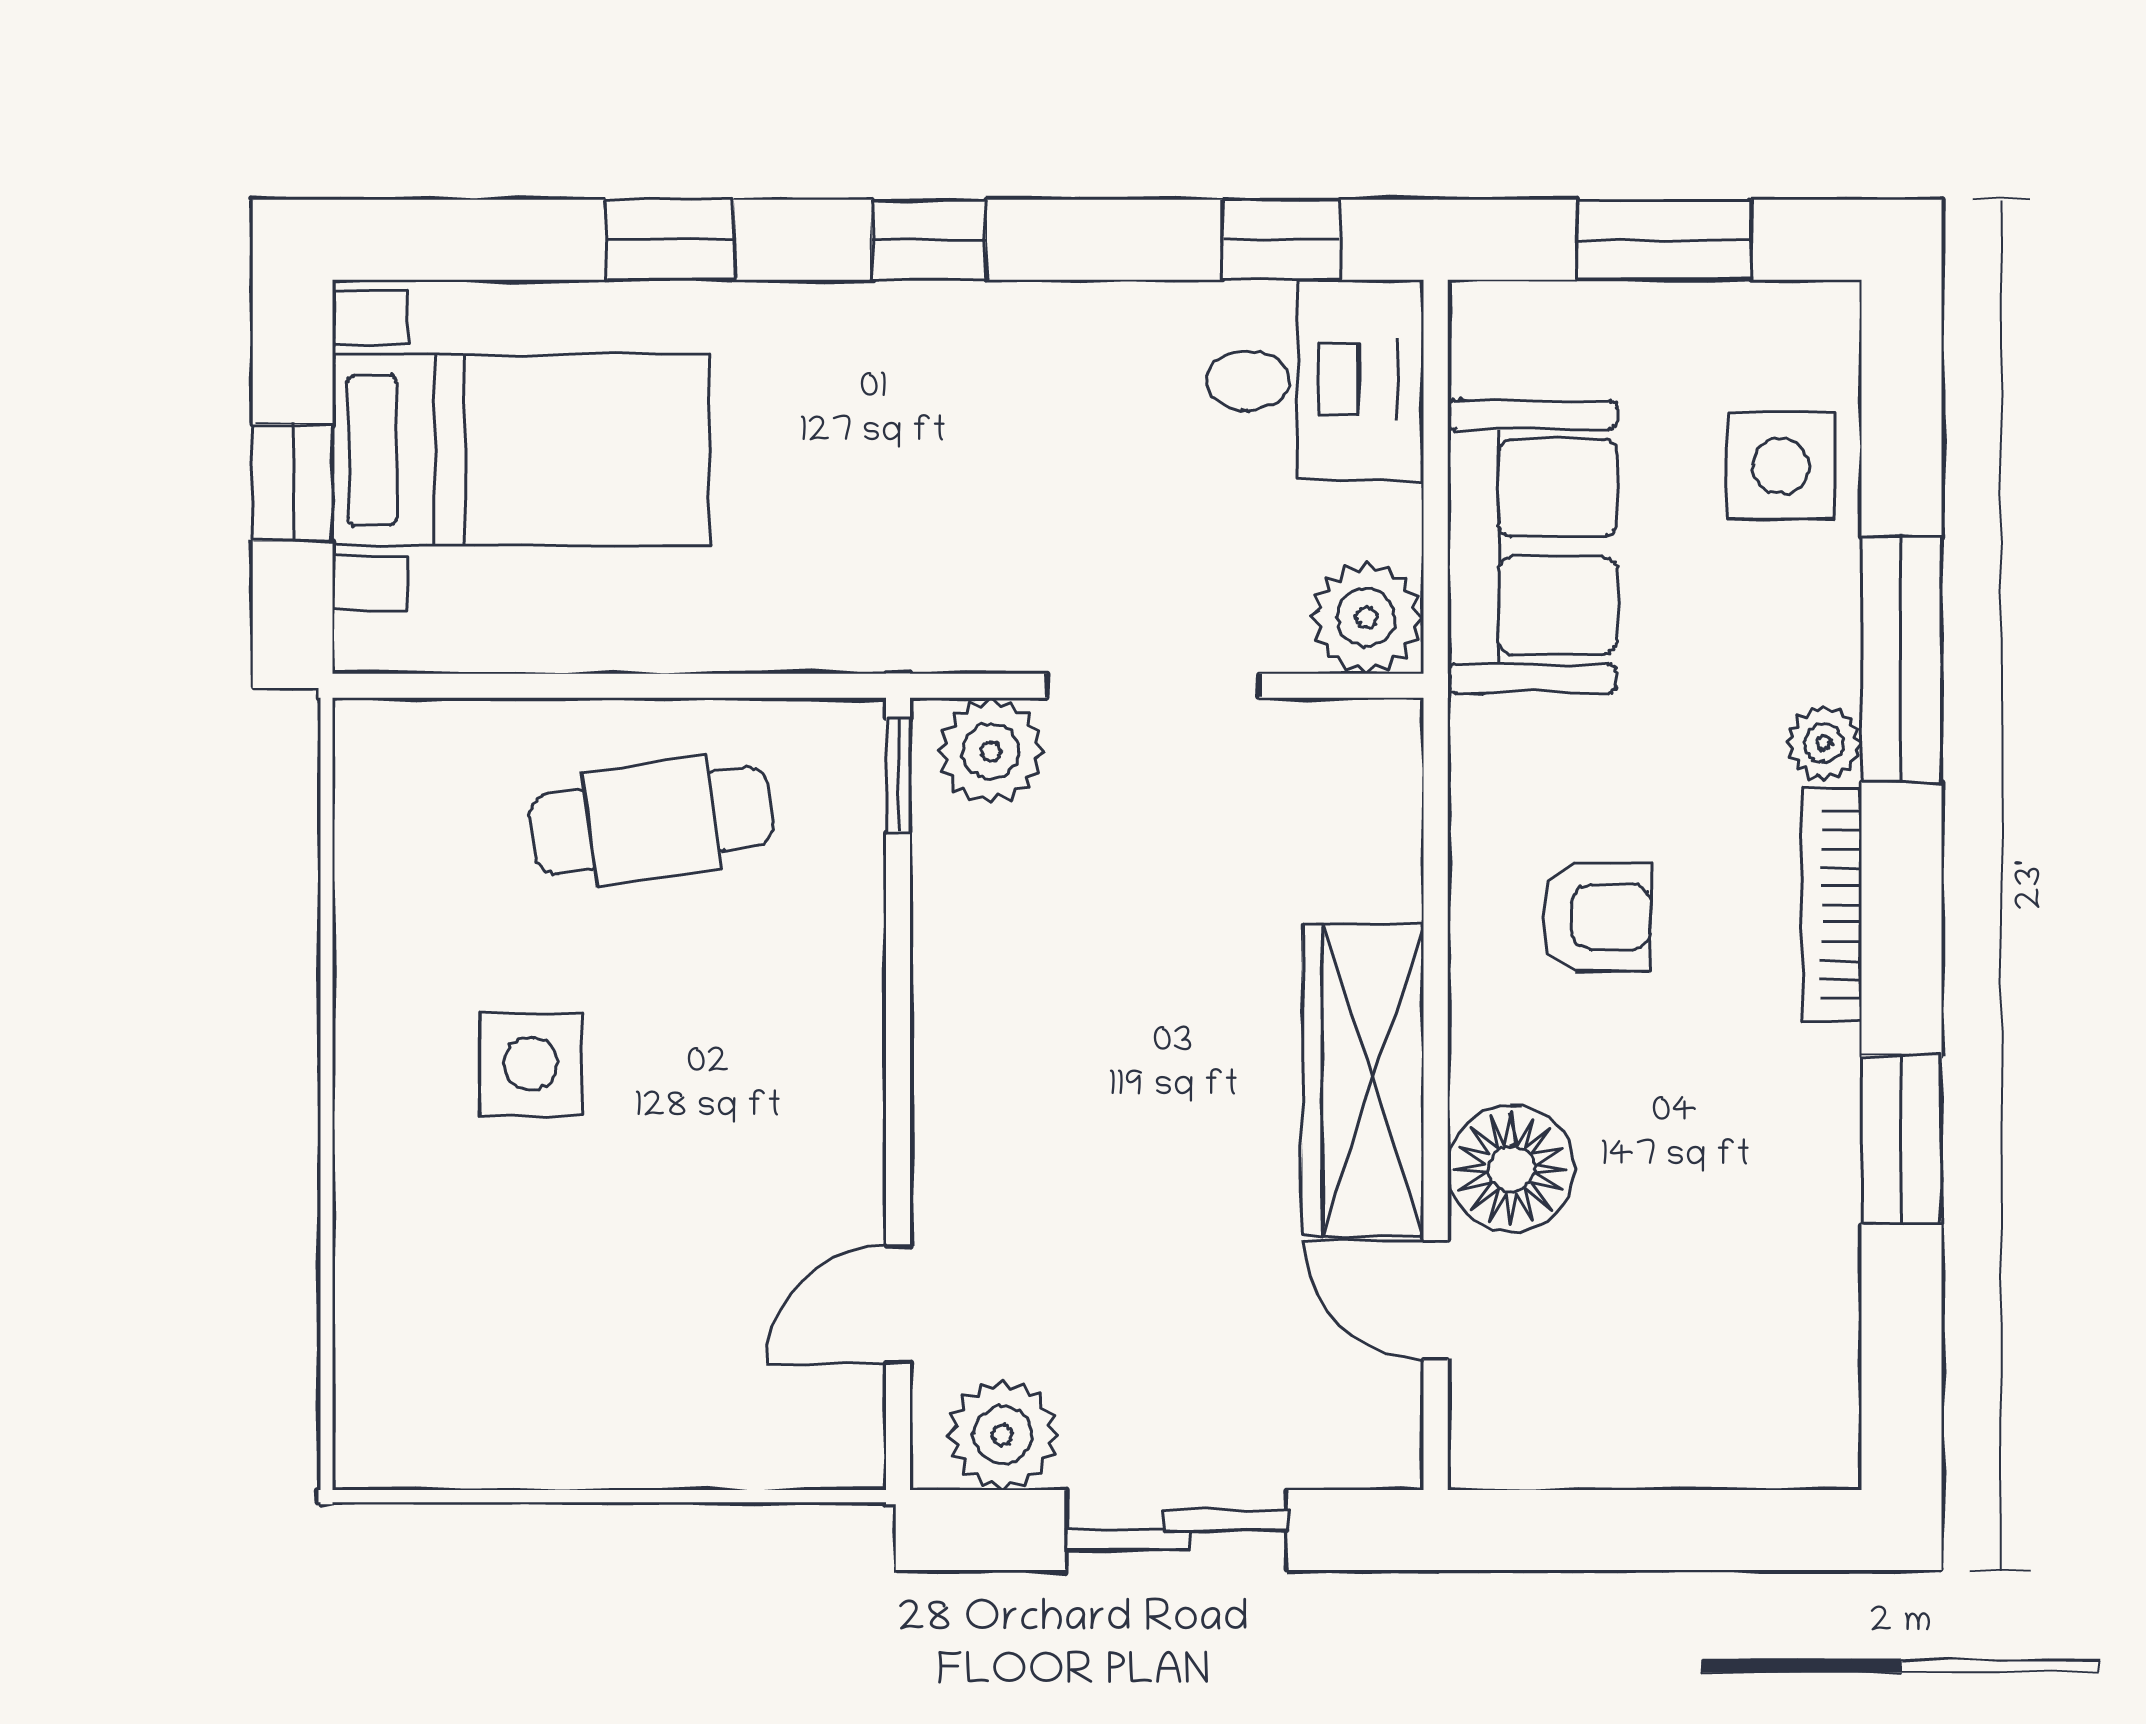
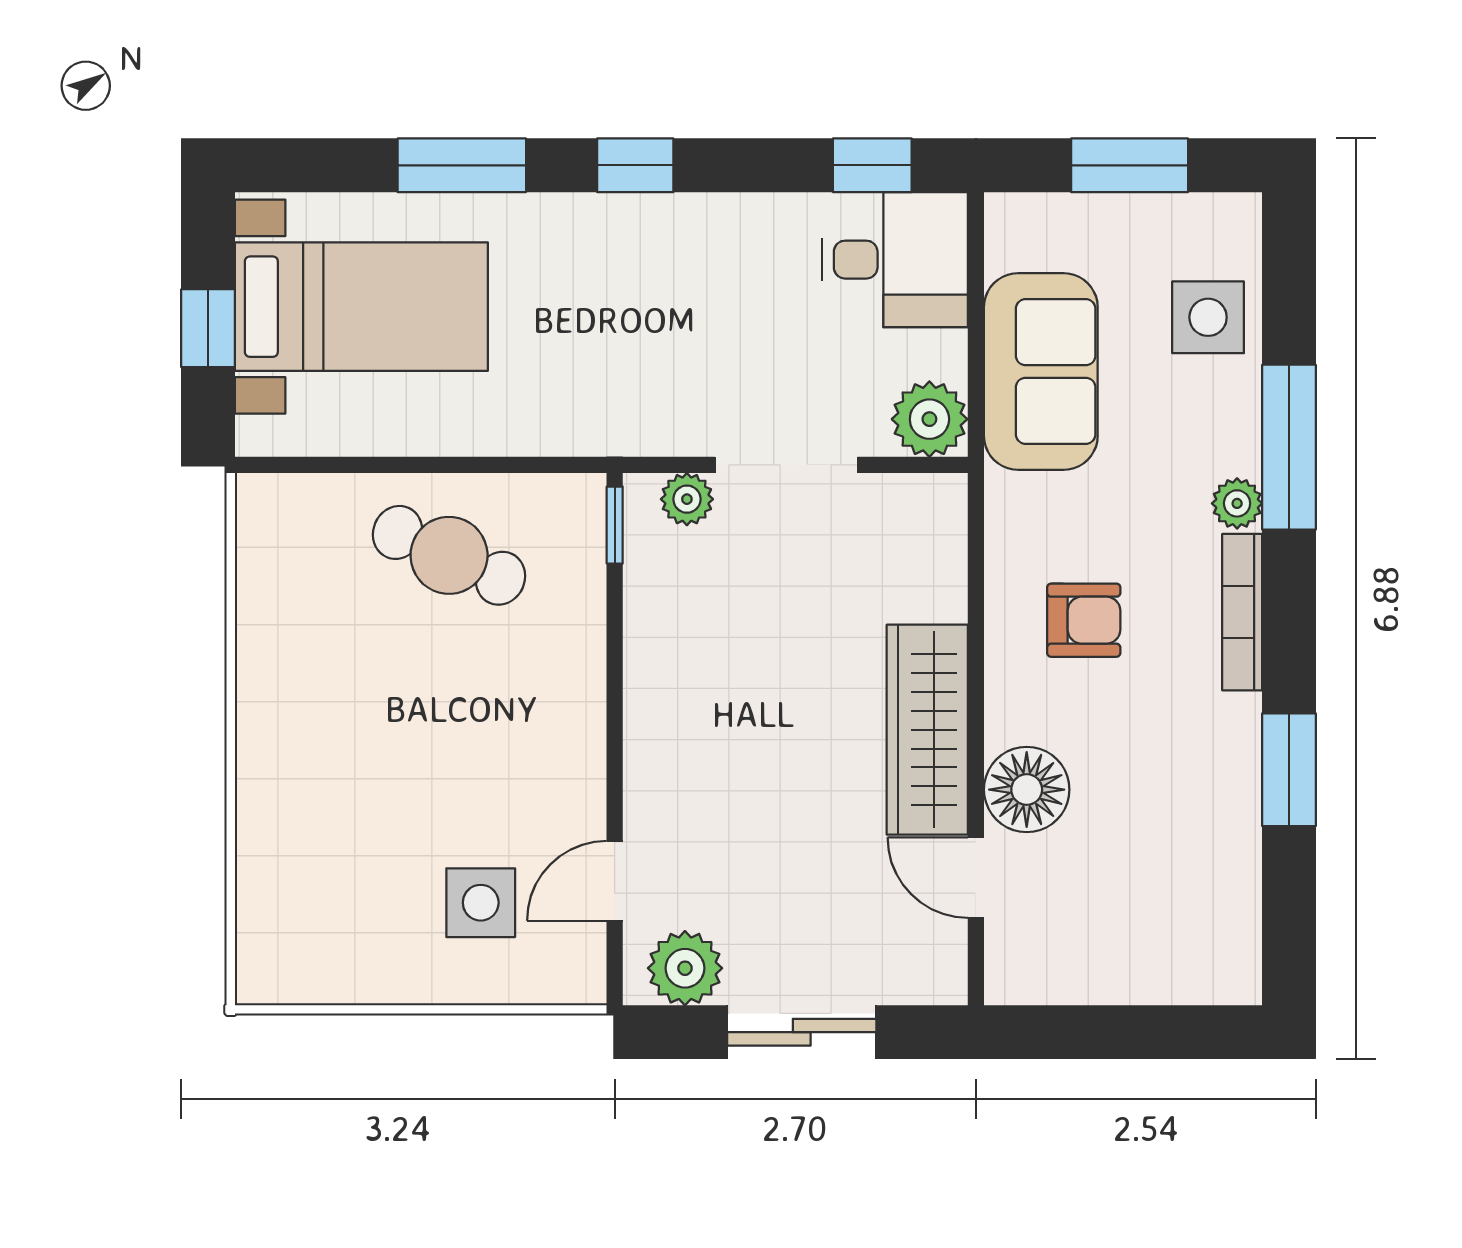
window: (670, 240) -> (462, 165), width x1.50
plant: (991, 751) -> (687, 499), width x0.73, depth x0.73
cafe table: (651, 820) -> (449, 555), turned 32
side table: (531, 1064) -> (481, 903), moved

